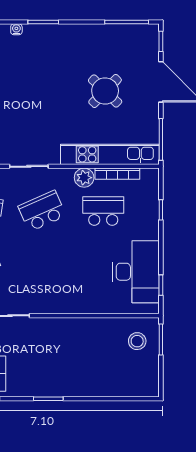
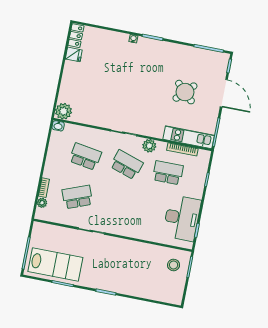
kitchen unit: (110, 154) -> (189, 137), width x0.73
plant: (84, 178) -> (149, 146), moved
school desk: (42, 211) -> (127, 165), turned 42

